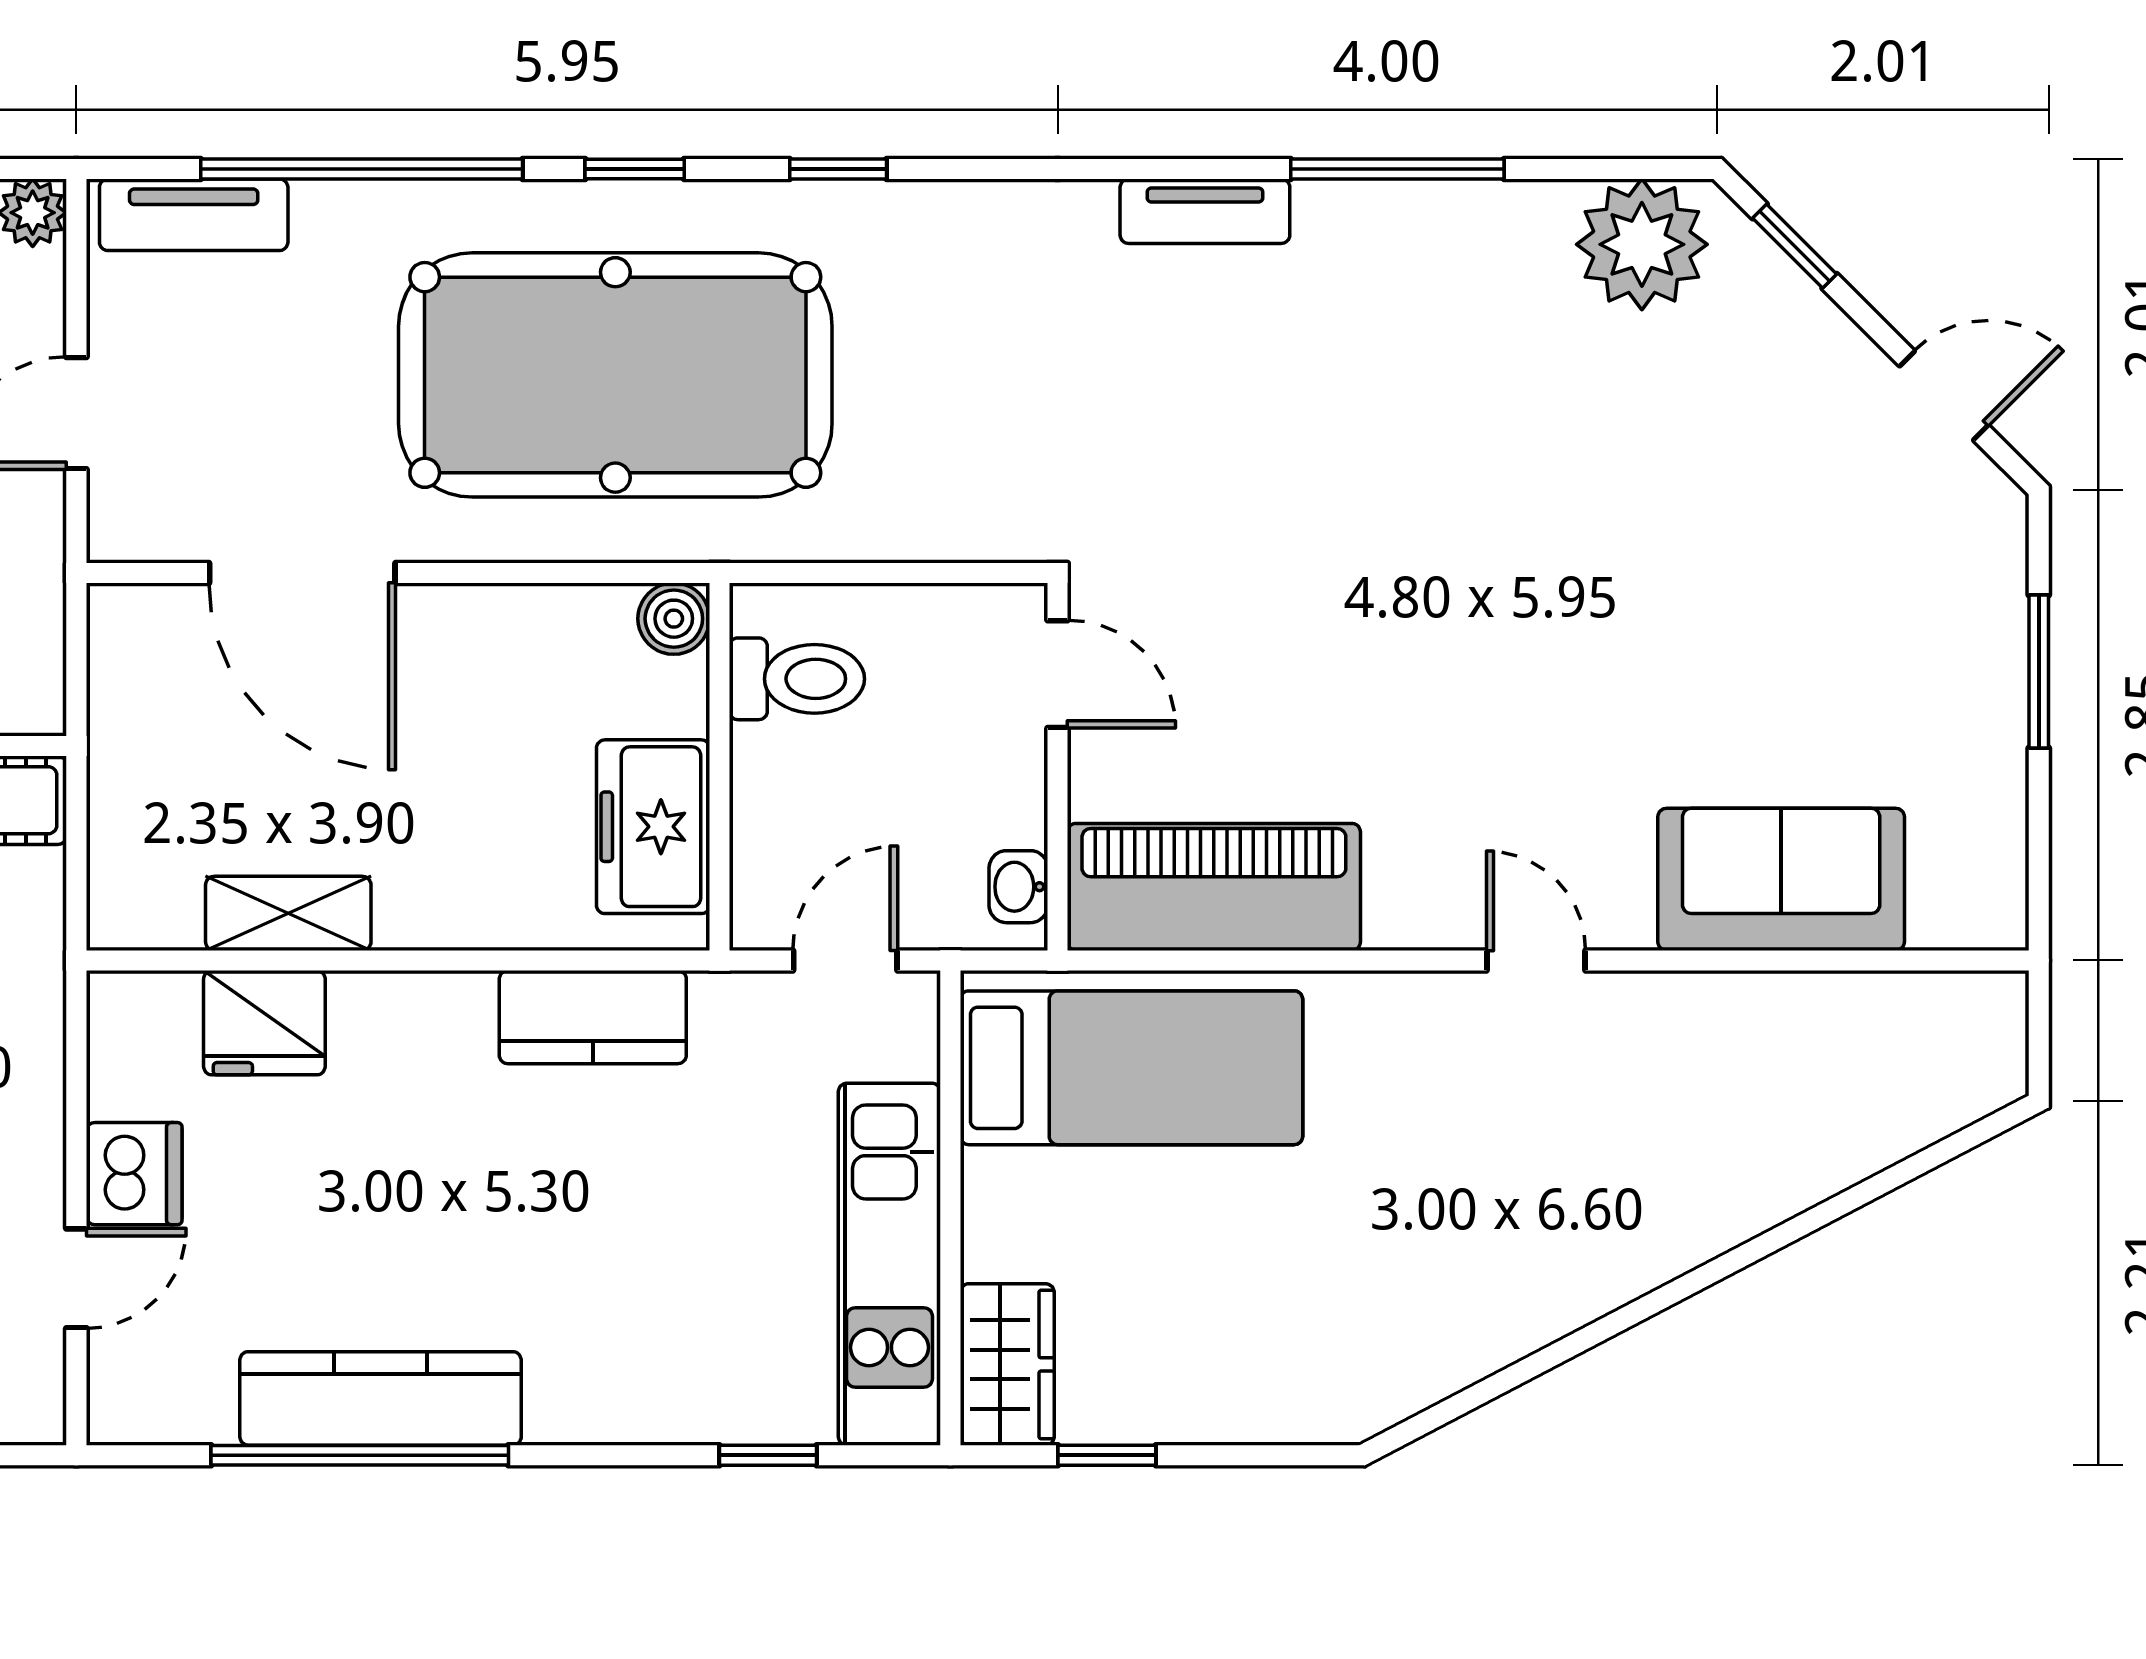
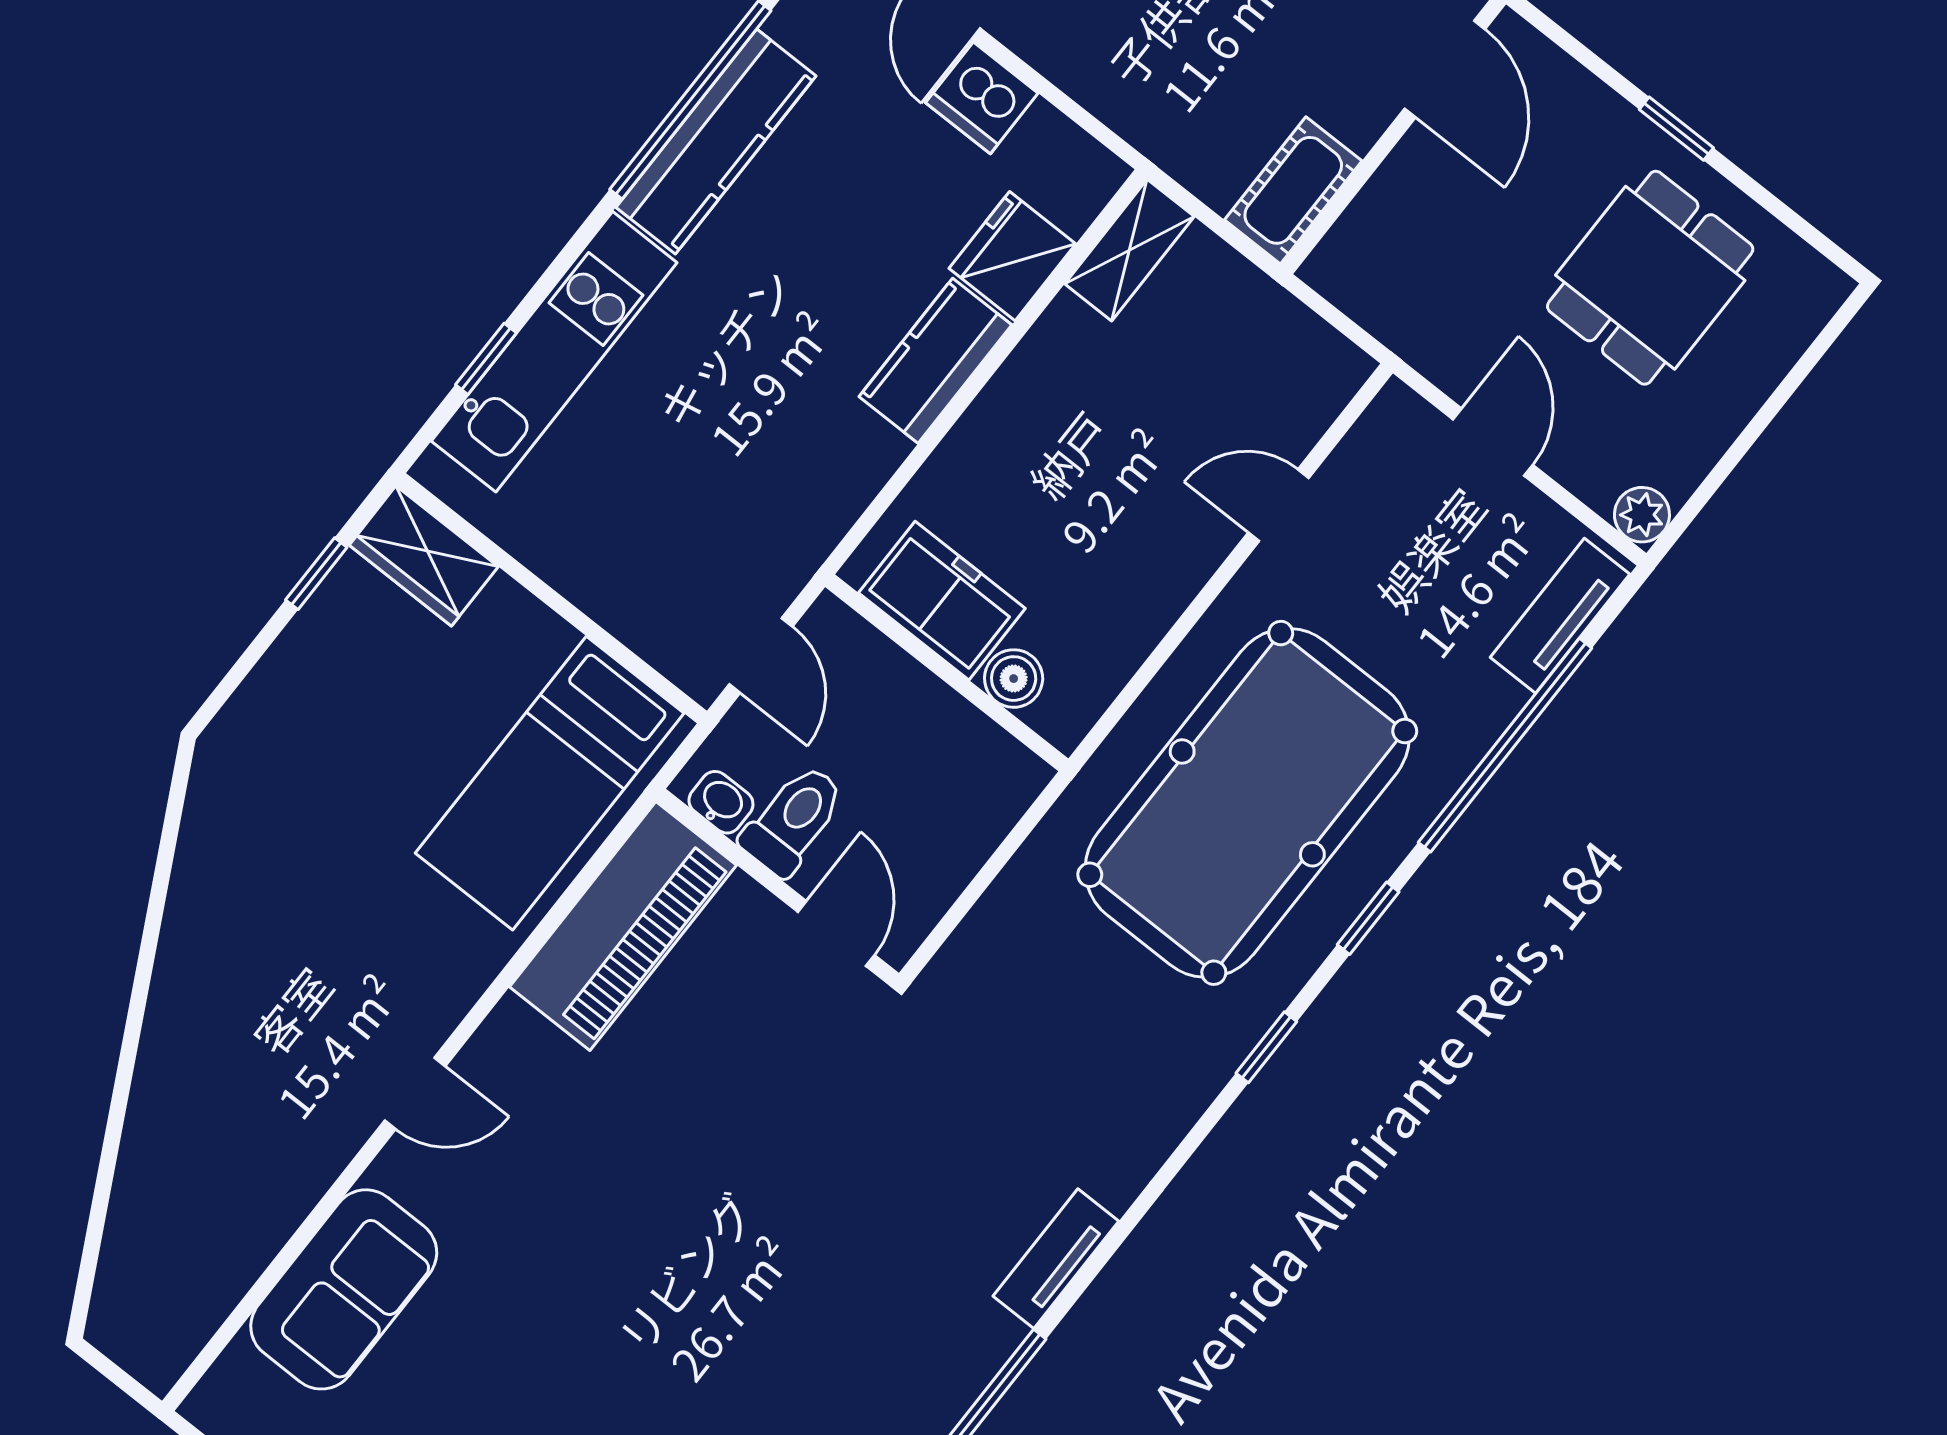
door: (302, 573) -> (1278, 505), width x0.53
boiler: (674, 619) -> (1014, 679), moved
door: (1058, 674) -> (836, 933), swing flipped
toilet: (797, 679) -> (793, 820), moved, turned 180
shelving: (288, 913) -> (1129, 250), moved
kitchen counter: (593, 1017) -> (935, 361), moved
kitchen unit: (889, 1264) -> (554, 352), moved, turned 90

